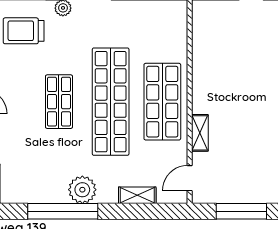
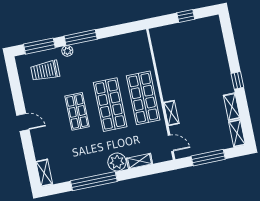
shop shelf: (111, 102) -> (110, 105), width x0.71
door: (190, 178) -> (171, 143), swing flipped
plant: (82, 190) -> (117, 162), moved

